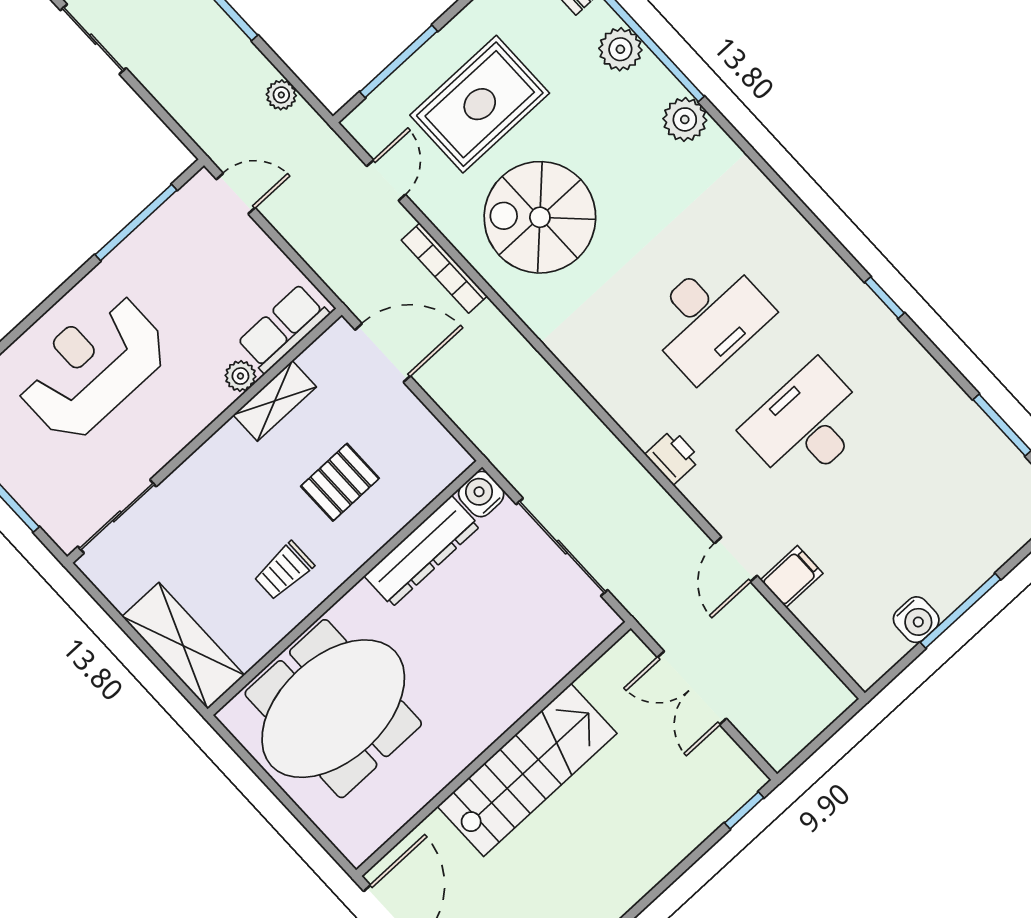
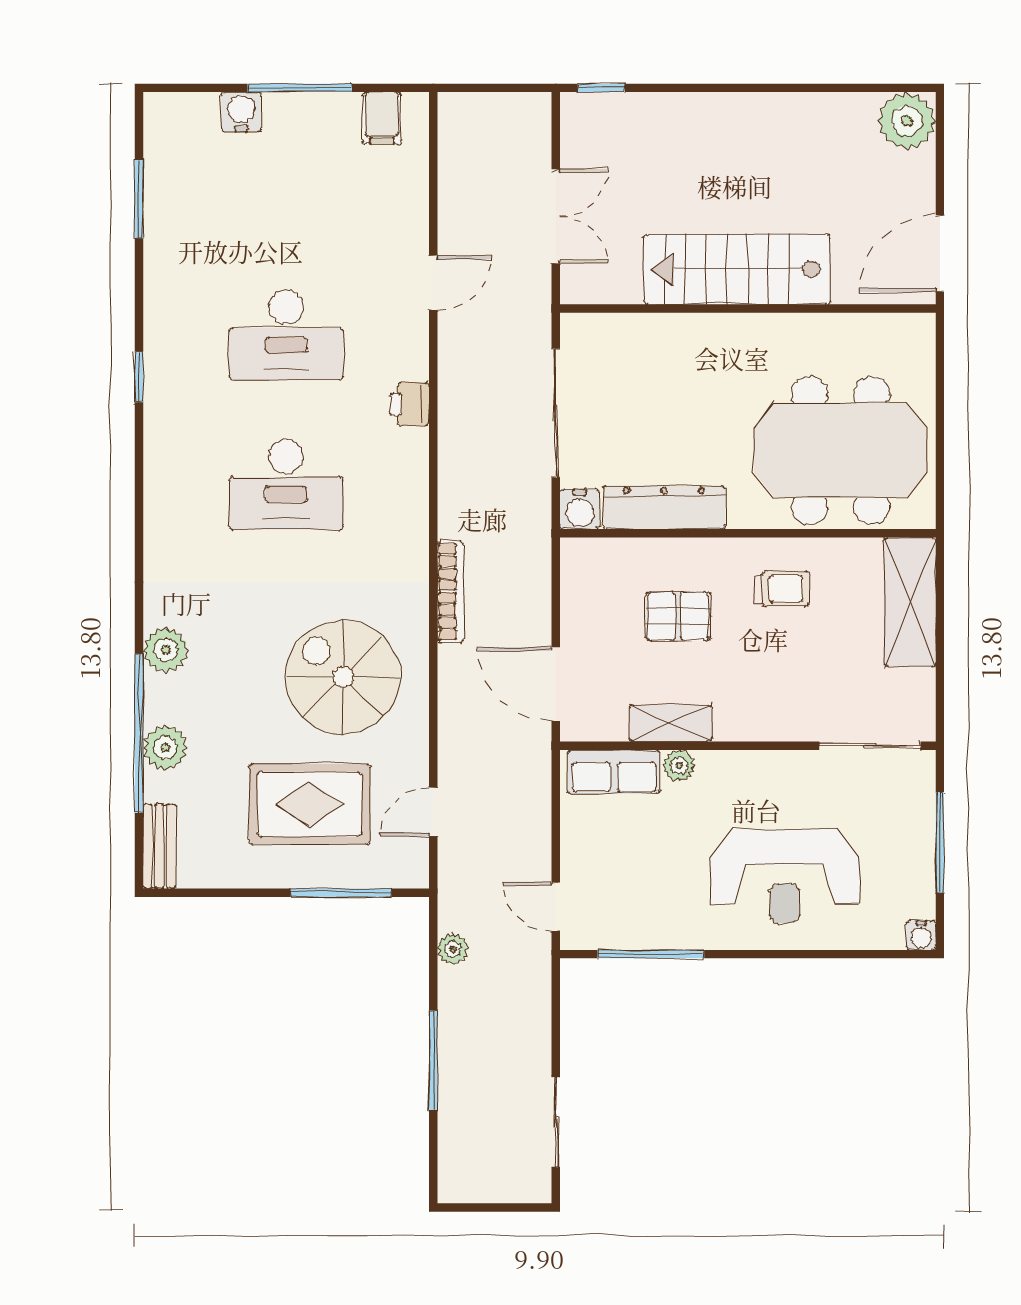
spiral stairs: (540, 217) -> (343, 677), turned 180
bookcase: (444, 268) -> (450, 592), moved
desk: (708, 318) -> (286, 484), turned 180
filing cabinet: (792, 577) -> (382, 118), moved, turned -90
water cooler: (916, 620) -> (241, 112), moved

